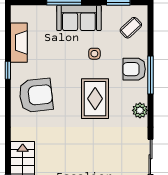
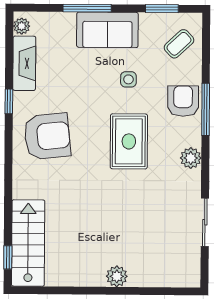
plant: (17, 16) -> (22, 26), added
armchair: (134, 69) -> (183, 101), turned 90

